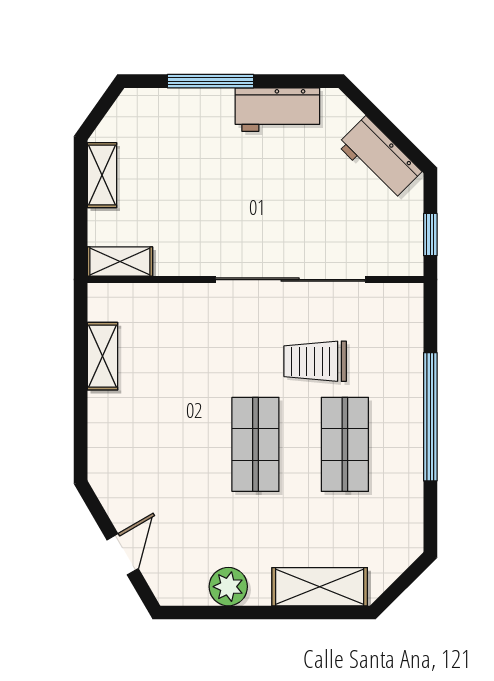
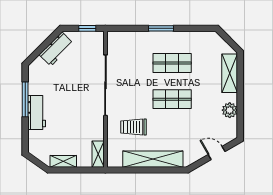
window: (210, 81) -> (25, 99), moved
workbench: (277, 110) -> (37, 113), moved
shelving: (102, 356) -> (153, 159), width x2.20, depth x1.33
trolley: (315, 361) -> (133, 127), moved, turned 90
window: (430, 417) -> (161, 28), width x0.47

